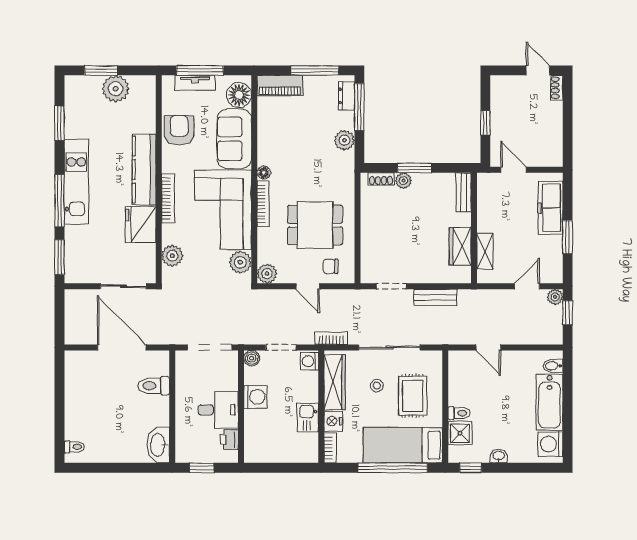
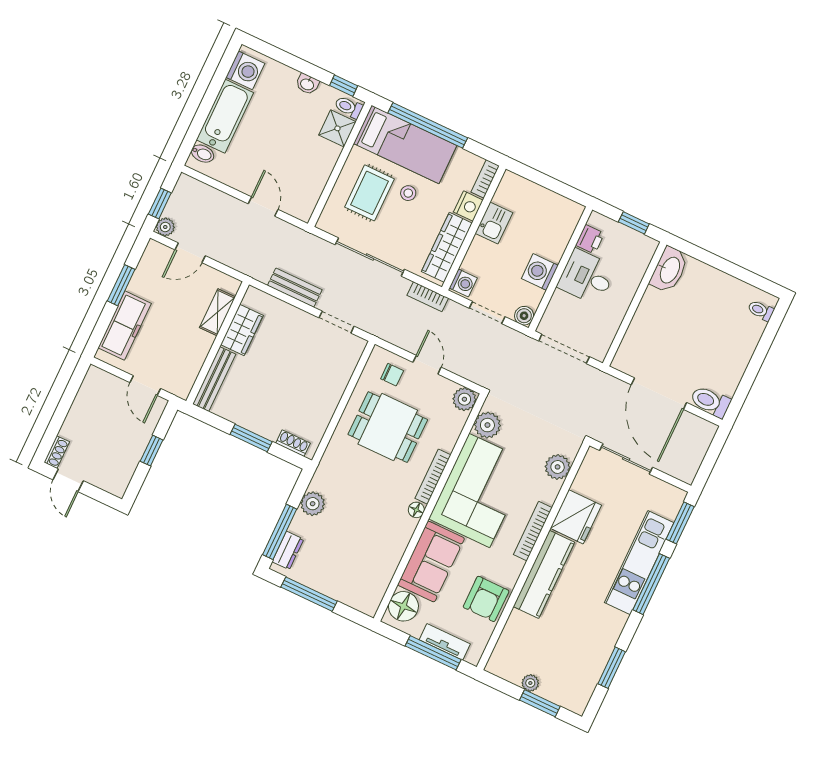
piano: (280, 85) -> (354, 596), removed
plant: (116, 89) -> (530, 683), width x0.53, depth x0.53
plant: (403, 181) -> (270, 430), removed
kitchen unit: (76, 182) -> (639, 563), moved
bench: (464, 192) -> (214, 379), width x1.36
toilet: (154, 386) -> (710, 402), moved, turned 180
stool: (377, 386) -> (408, 193), moved
toilet: (459, 413) -> (349, 107), moved

